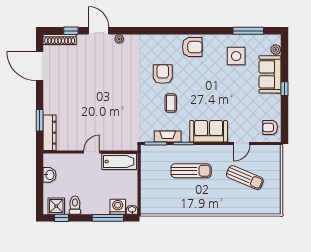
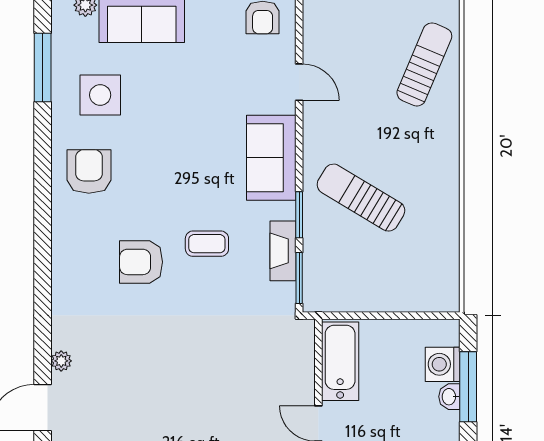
armchair: (192, 47) -> (89, 171), moved
sun lounger: (191, 171) -> (361, 198), turned -59
sun lounger: (245, 178) -> (424, 64), moved
washbasin: (132, 210) -> (449, 397), moved

